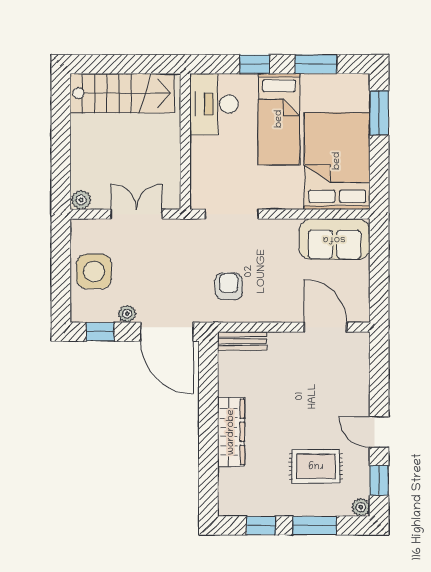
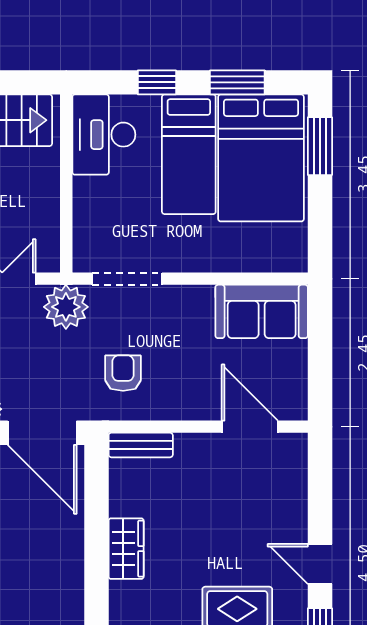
bed: (337, 161) -> (261, 158), moved, turned 180
plant: (185, 236) -> (66, 307), added
wardrobe: (231, 432) -> (126, 549), width x0.67

